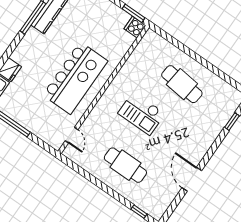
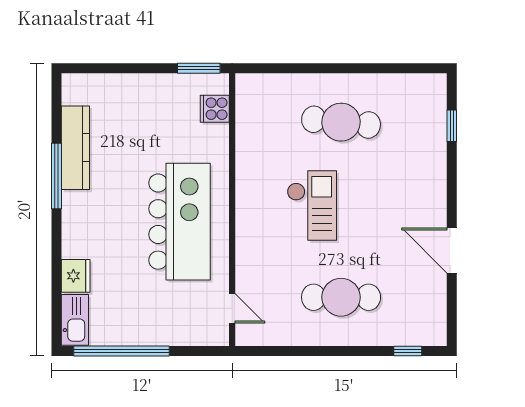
cooker: (135, 27) -> (215, 109), moved
checkout: (142, 113) -> (312, 206), turned -90

